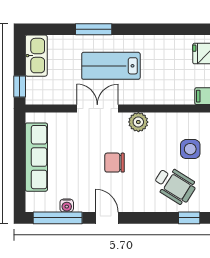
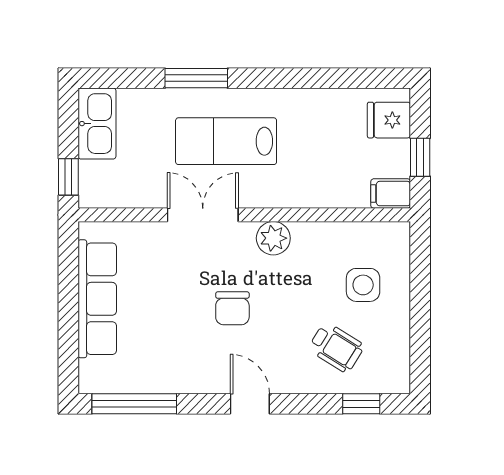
chair: (115, 163) -> (232, 308), turned -90
wheelchair: (175, 185) -> (336, 347), width x0.73, depth x0.73
water cooler: (67, 206) -> (150, 382), removed
door: (107, 218) -> (250, 404), moved

